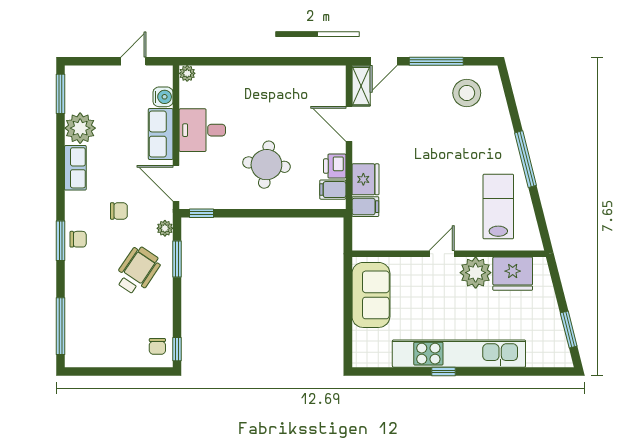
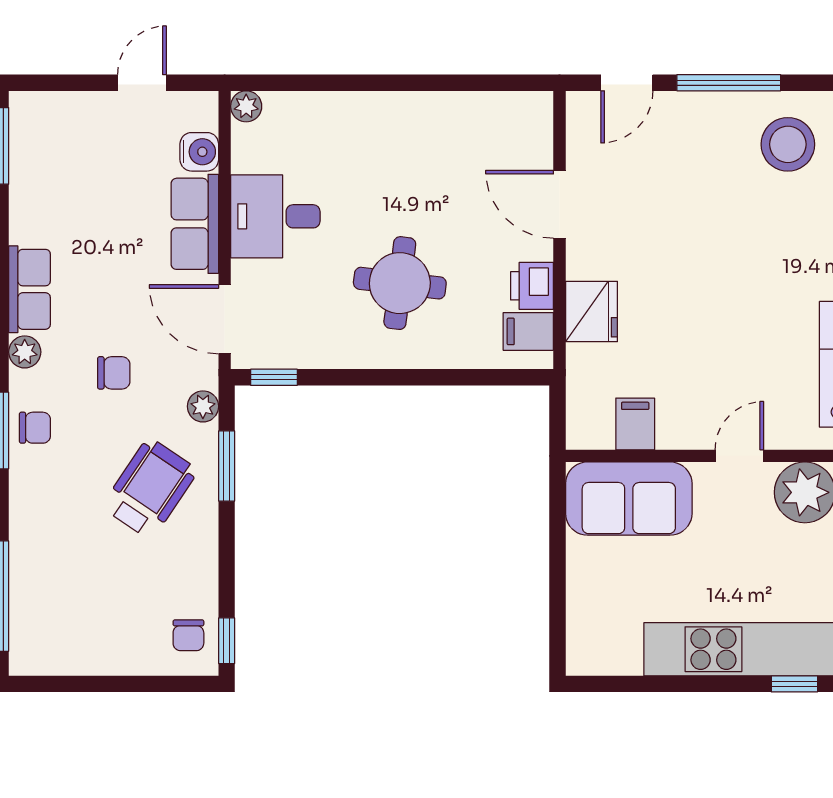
shelving: (361, 86) -> (583, 131), removed
plant: (80, 128) -> (25, 352), moved, width x0.53, depth x0.53
filing cabinet: (365, 207) -> (635, 424), moved, turned -90
sofa: (371, 295) -> (629, 499), moved, turned 90
window: (444, 371) -> (794, 684), moved

